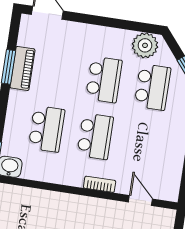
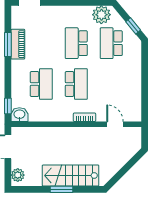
school desk: (104, 80) -> (76, 43), turned 180
school desk: (152, 87) -> (111, 43), turned 180

